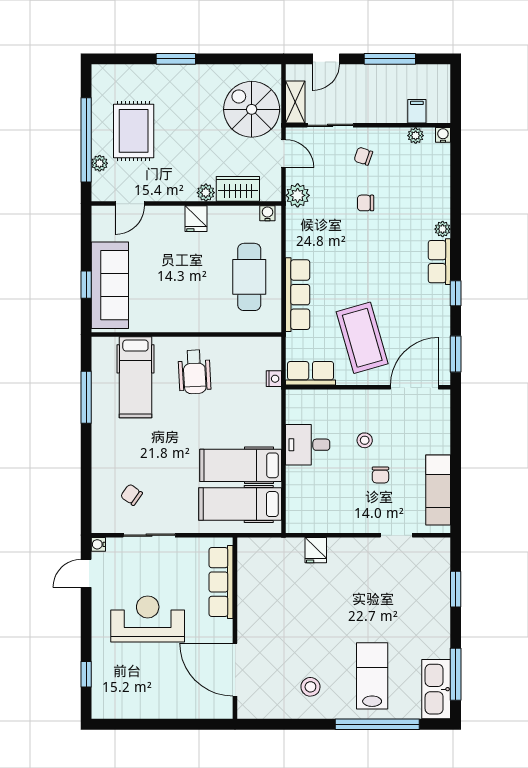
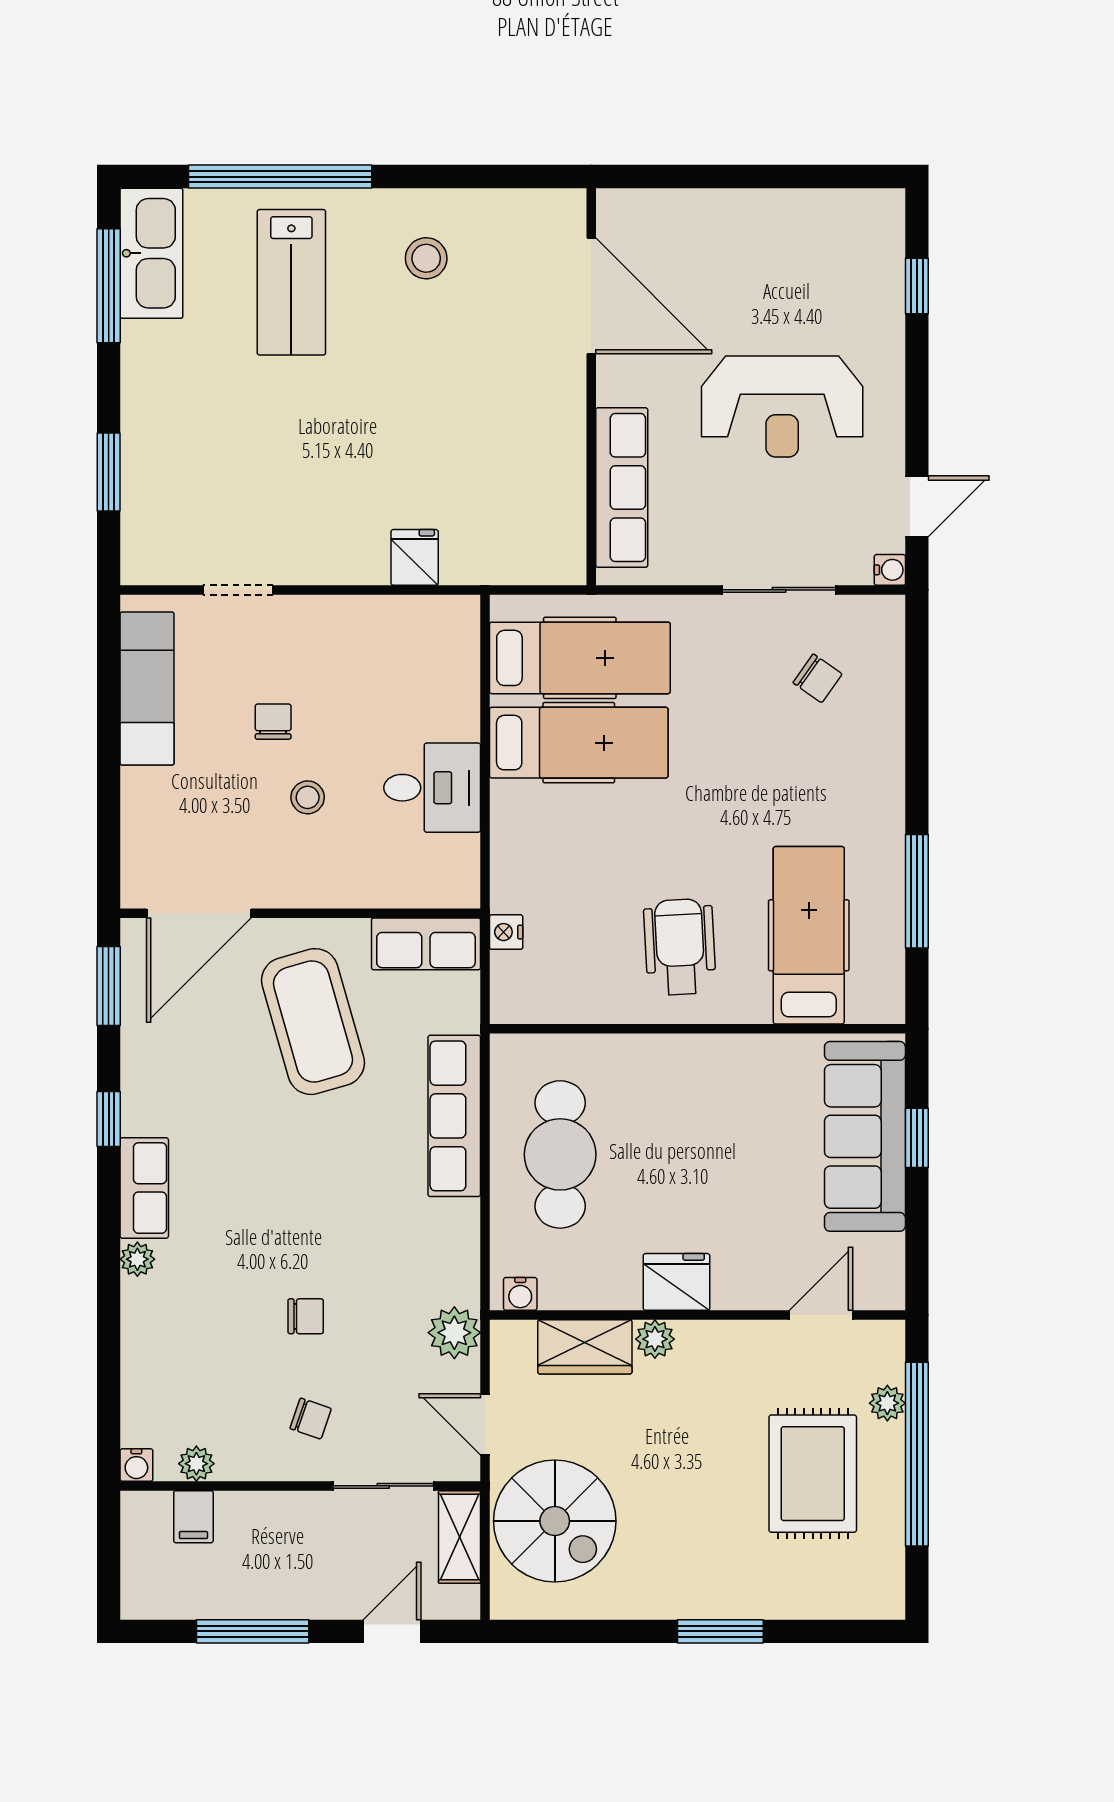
fridge: (196, 219) -> (676, 1282), width x1.38

